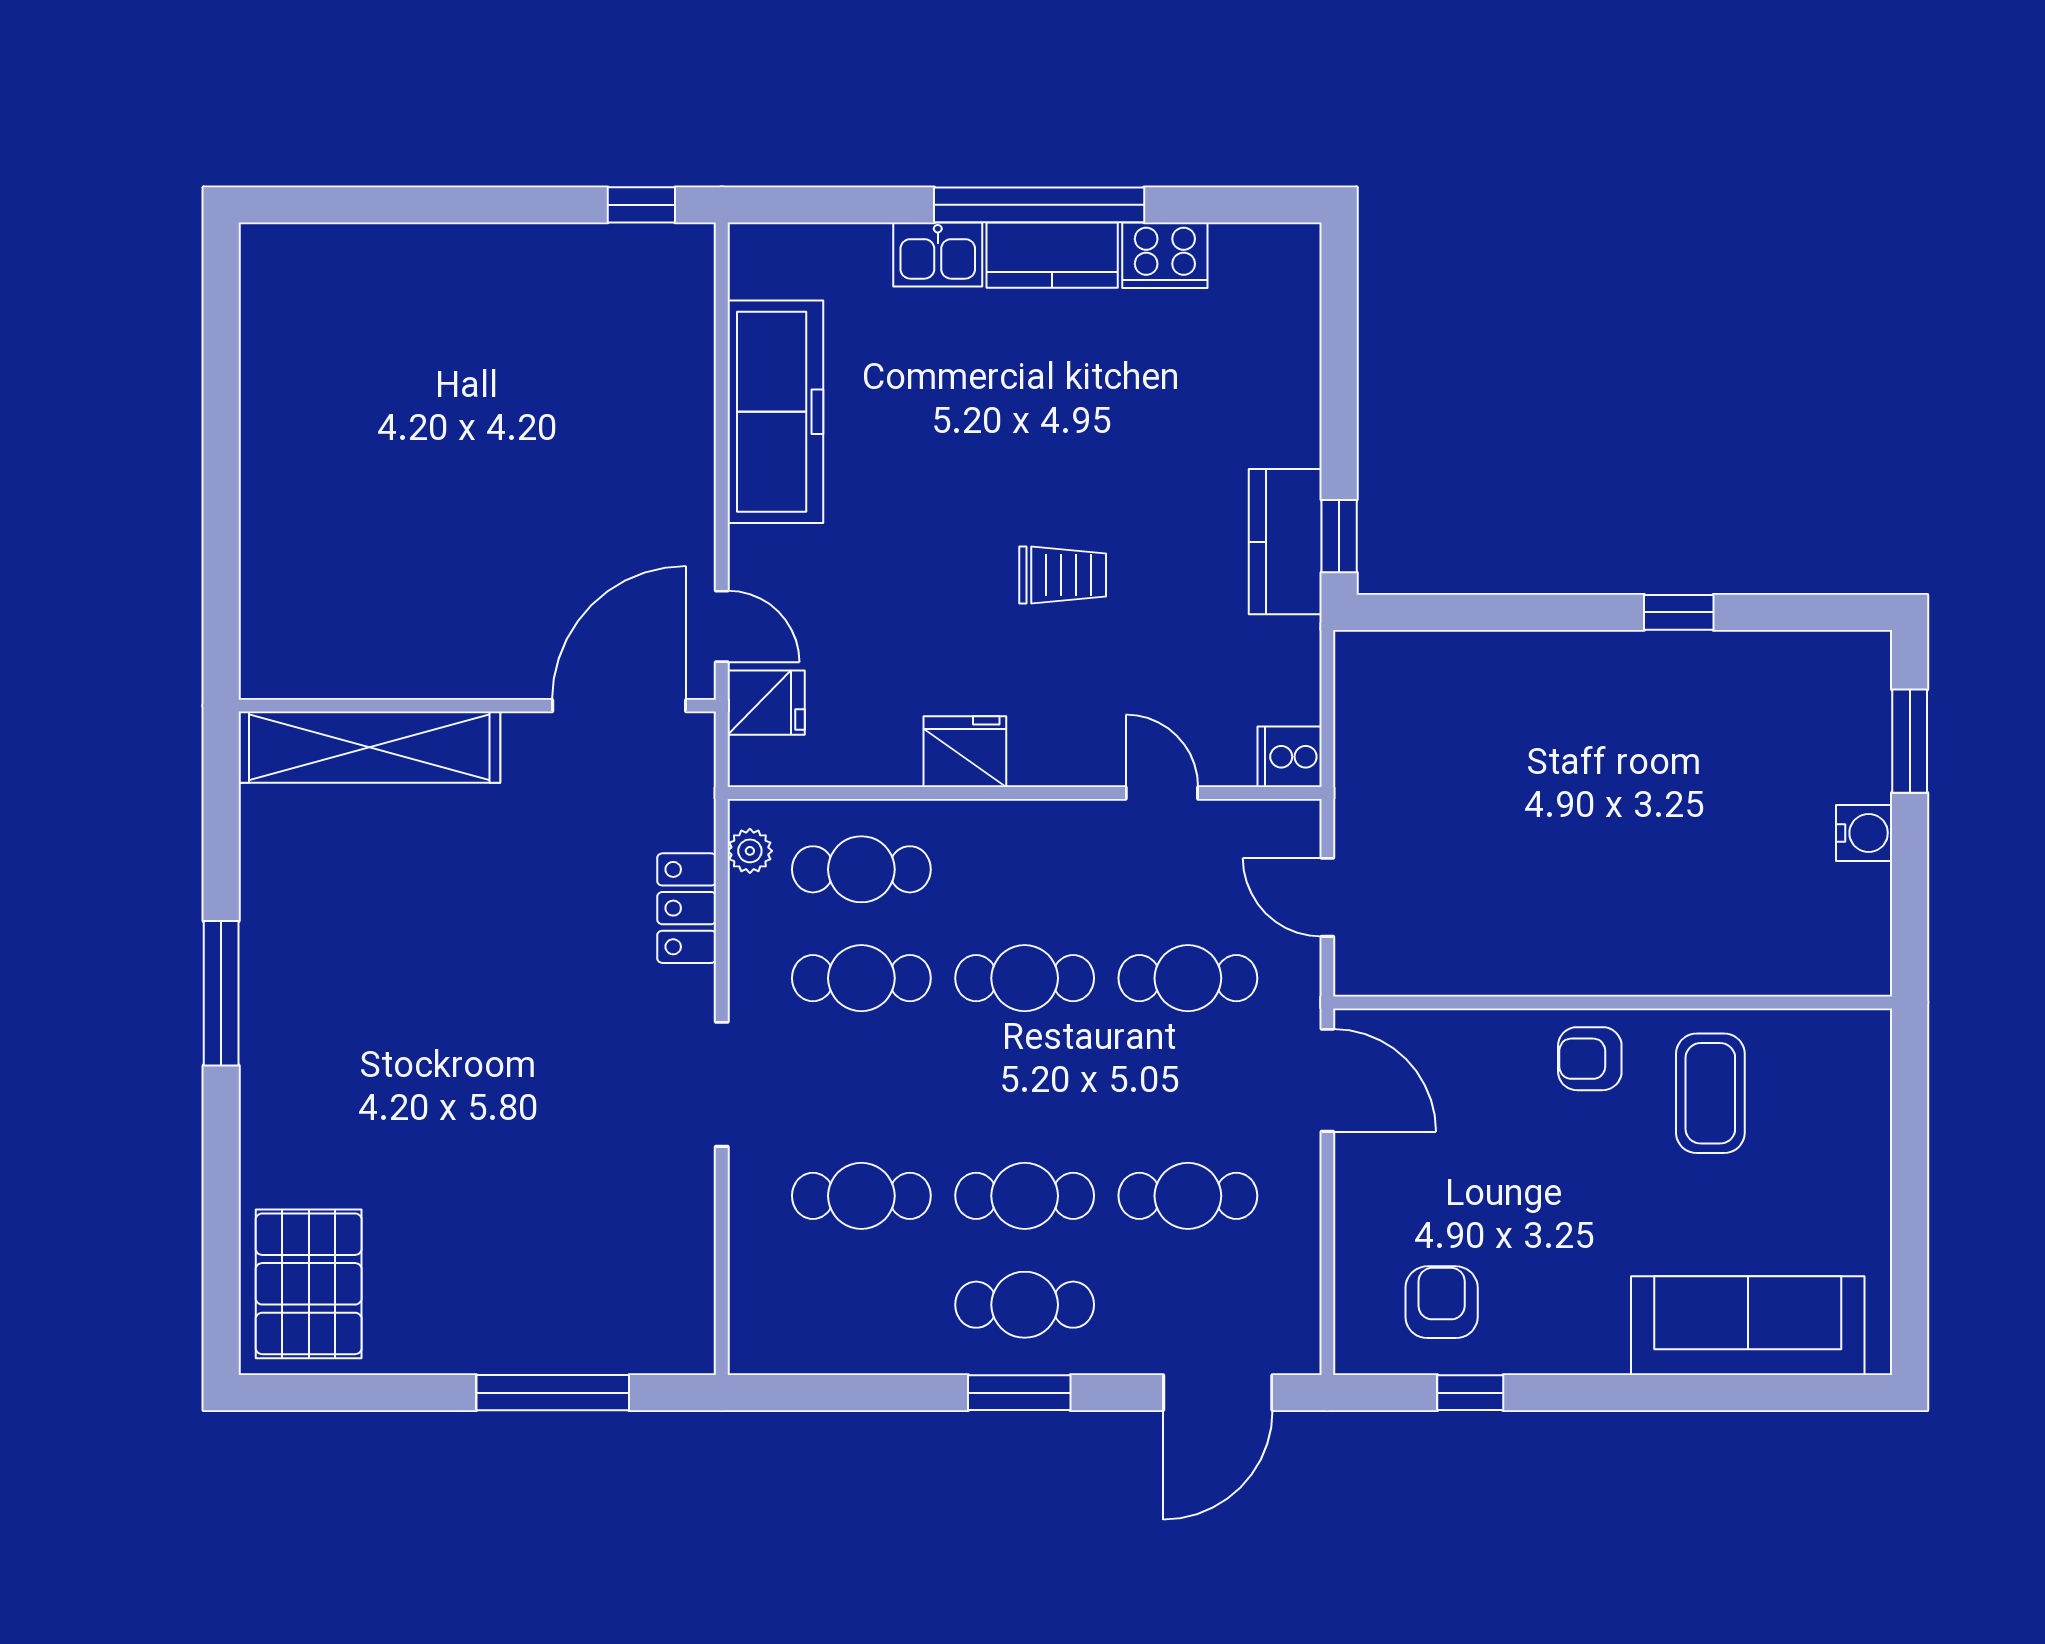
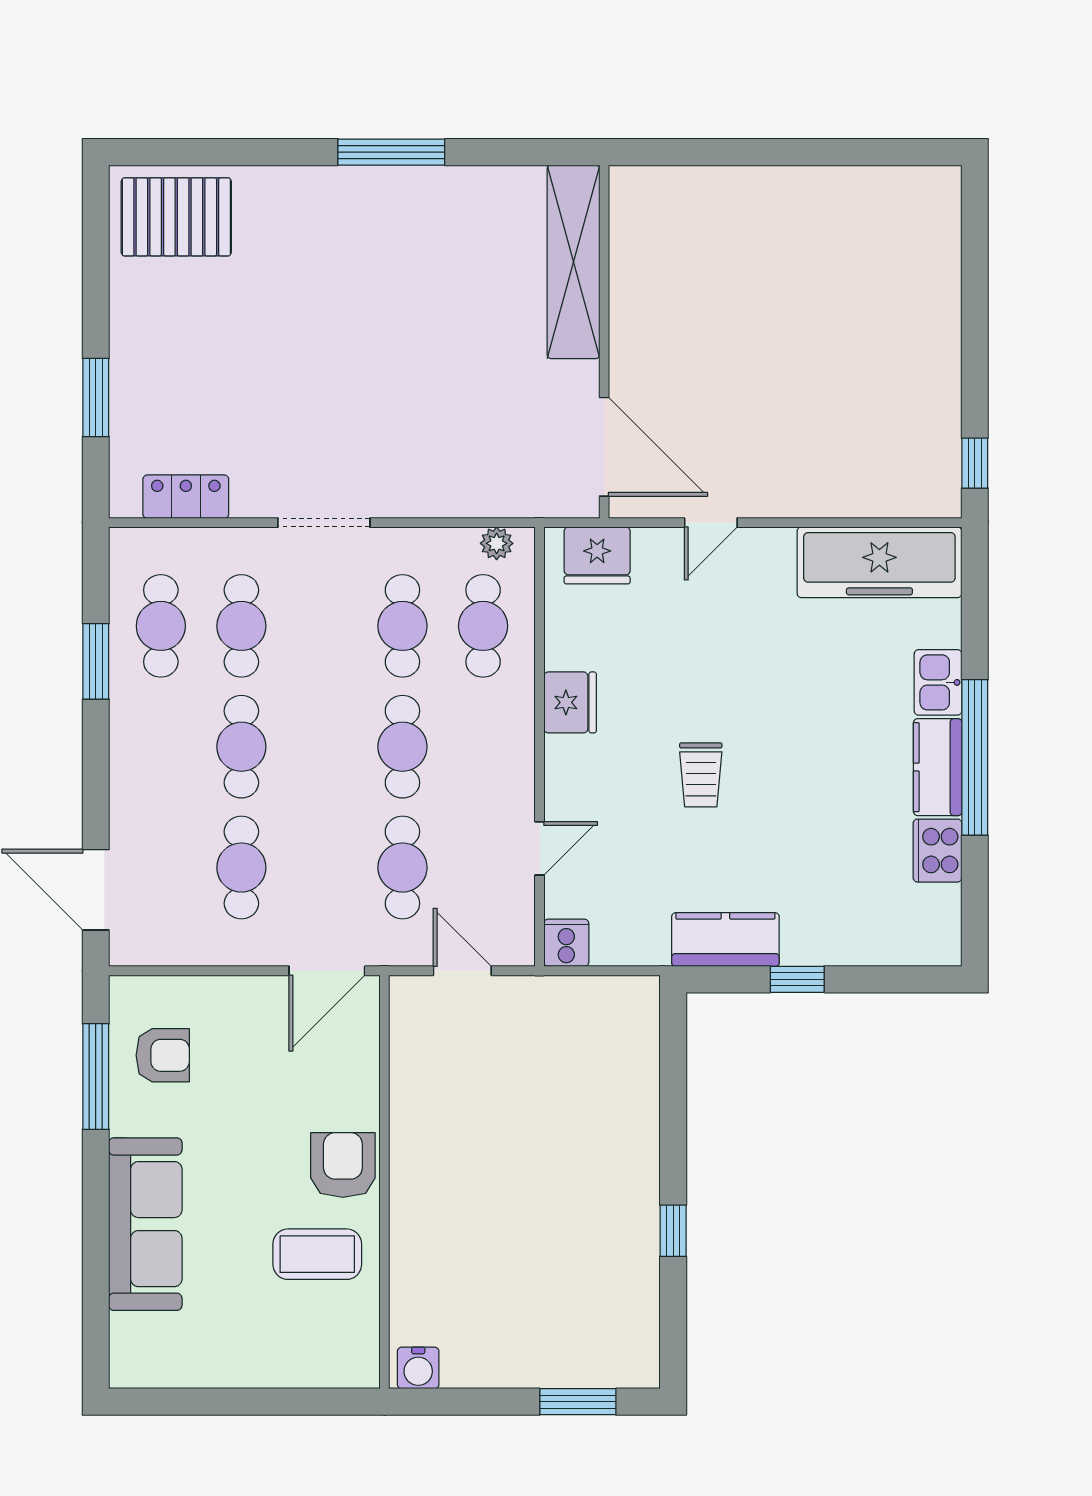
freezer: (775, 412) -> (879, 562), moved
window: (1339, 536) -> (797, 979), moved
door: (722, 626) -> (711, 523), moved
fridge: (766, 703) -> (597, 555), width x1.38
water cooler: (1864, 833) -> (418, 1368), moved
door: (1327, 897) -> (462, 971), hinge flipped
locker: (687, 908) -> (186, 497), moved
armchair: (1590, 1059) -> (343, 1165), width x1.38, depth x1.38
cafe table: (1025, 1305) -> (161, 626), moved
sofa: (1748, 1326) -> (145, 1224), moved
window: (553, 1393) -> (96, 398), width x0.69
window: (1019, 1393) -> (96, 661), moved
window: (1470, 1393) -> (96, 1076), width x2.17

